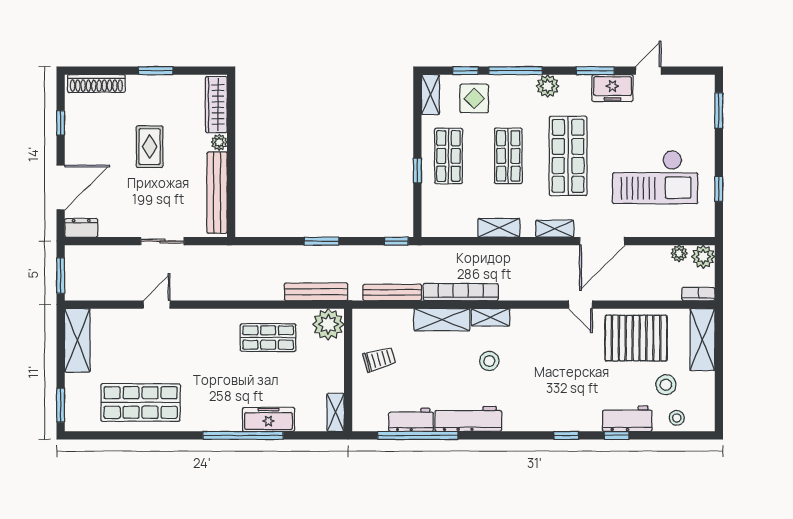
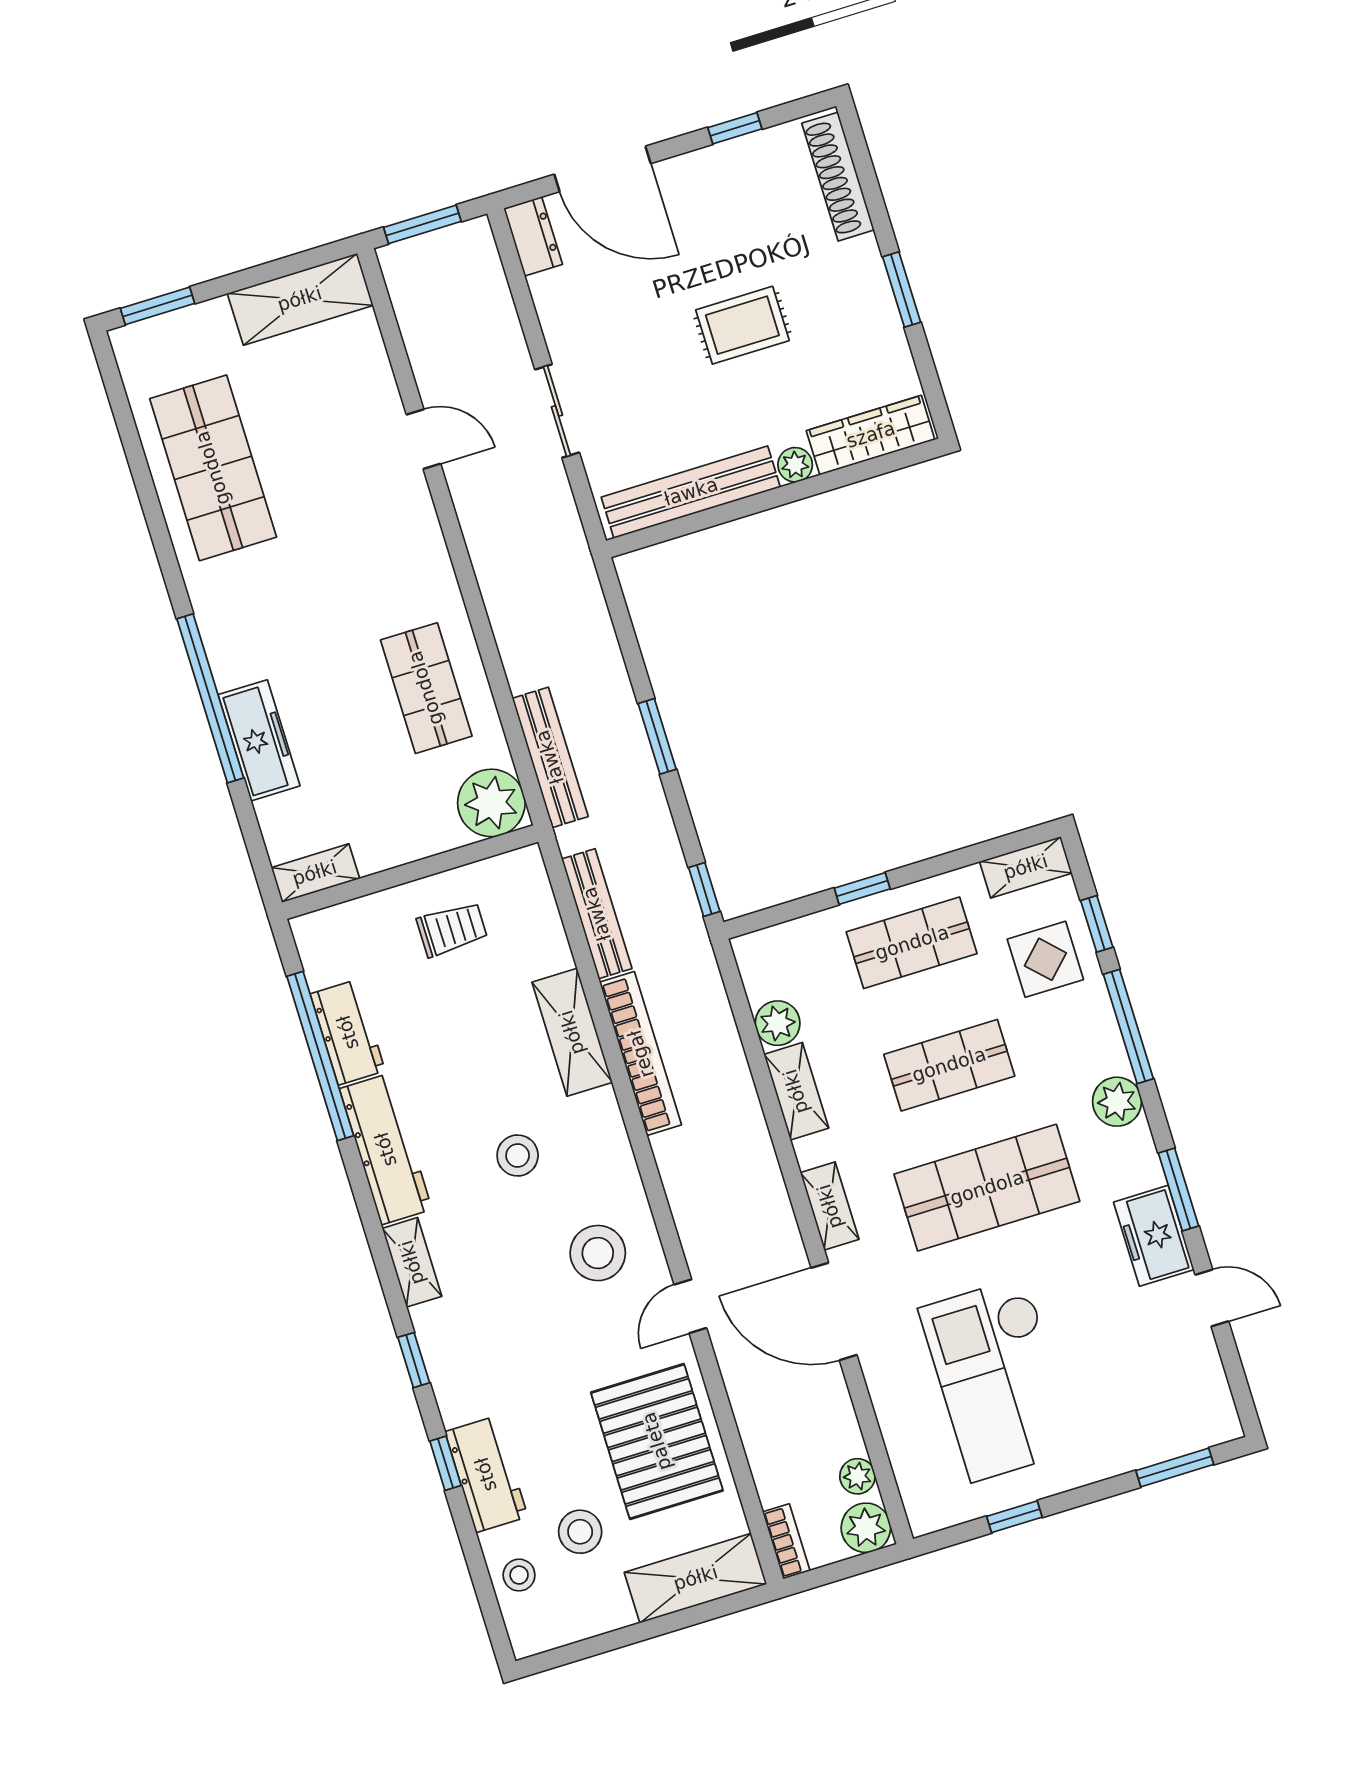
plant: (466, 227) -> (778, 1023), added
shelving: (491, 317) -> (412, 1262), moved
stool: (544, 339) -> (598, 1253), added
trolley: (379, 359) -> (452, 929), turned -74

